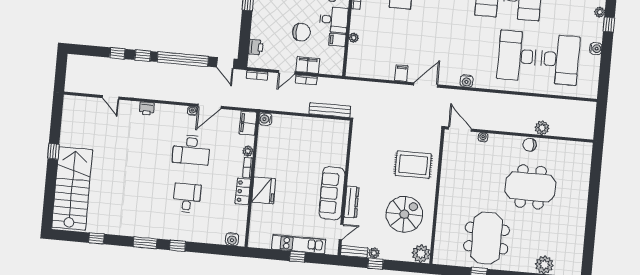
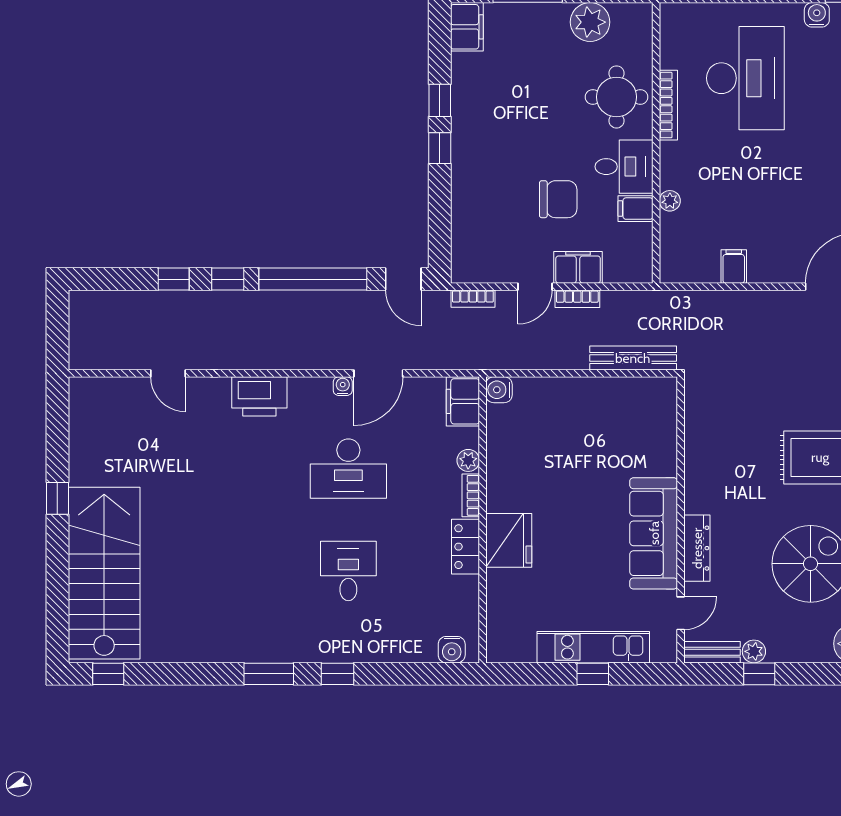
printer: (256, 47) -> (465, 240), removed
filing cabinet: (401, 73) -> (734, 266), moved
printer: (147, 108) -> (259, 396), width x1.87, depth x1.48
window: (96, 238) -> (108, 674), moved

